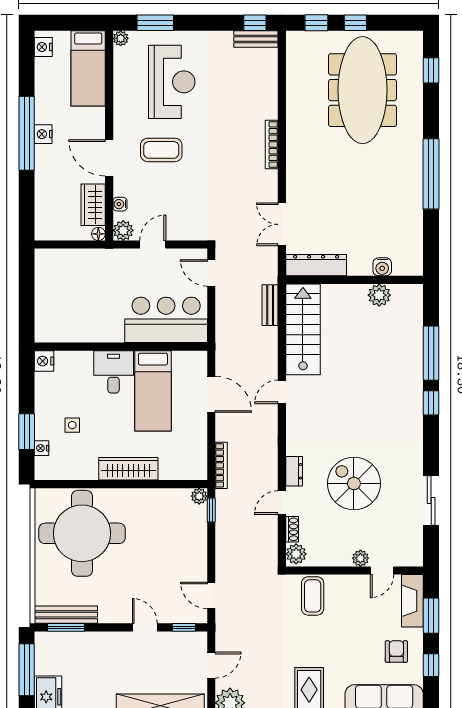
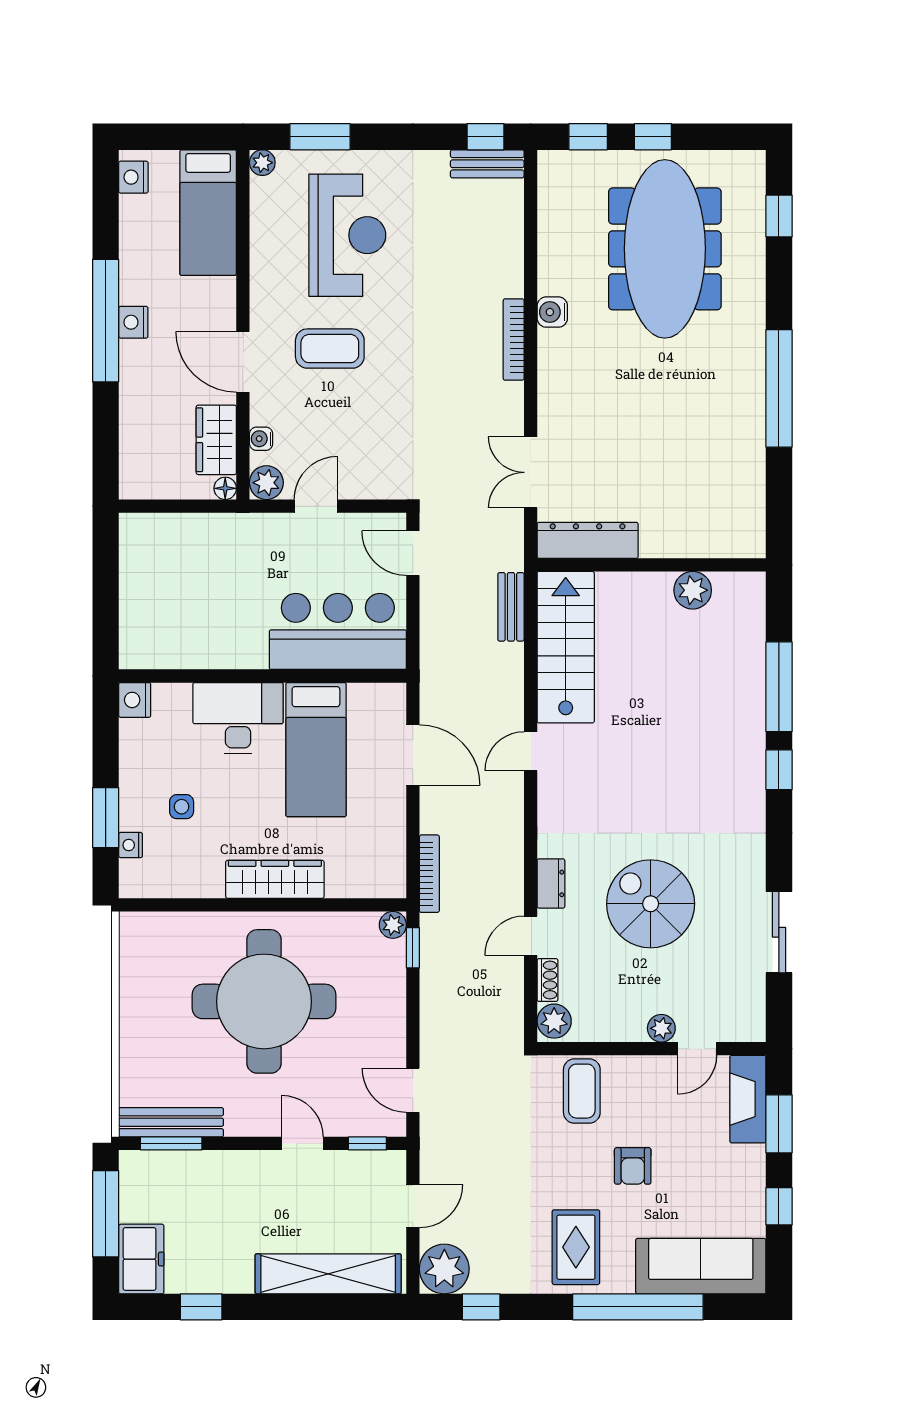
water cooler: (382, 267) -> (552, 312), moved, turned 90
desk: (114, 372) -> (238, 718), width x1.37
round table: (82, 533) -> (264, 1001), moved
armchair: (396, 651) -> (633, 1166), moved, turned 180

